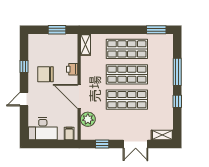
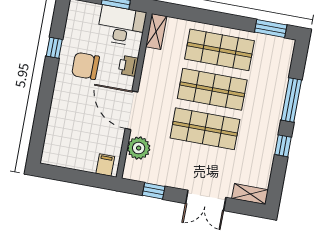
door: (24, 99) -> (45, 98), removed
desk: (43, 129) -> (121, 26), moved, turned 180

